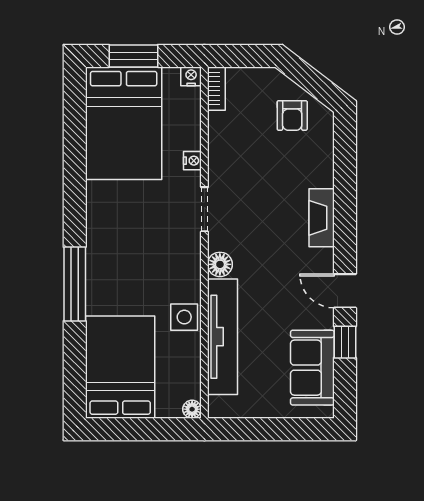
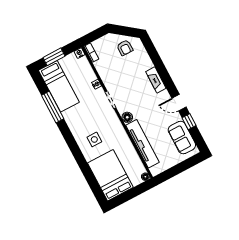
bed: (124, 123) -> (59, 86), width x0.67
window: (75, 284) -> (53, 107), moved
side table: (184, 317) -> (94, 139), moved

